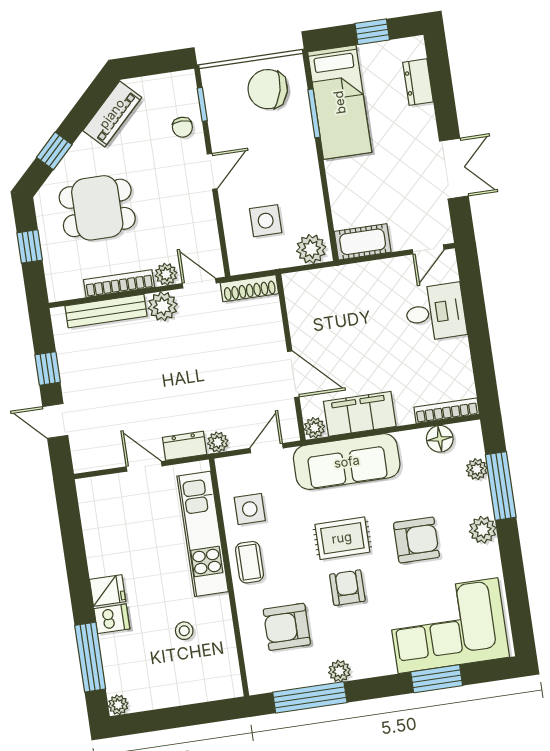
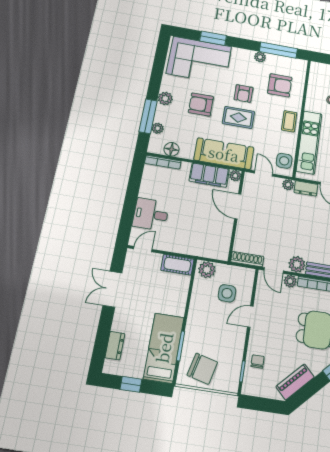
door: (212, 171) -> (250, 317), moved
door: (267, 448) -> (264, 174), swing flipped
side table: (250, 509) -> (284, 161), moved

